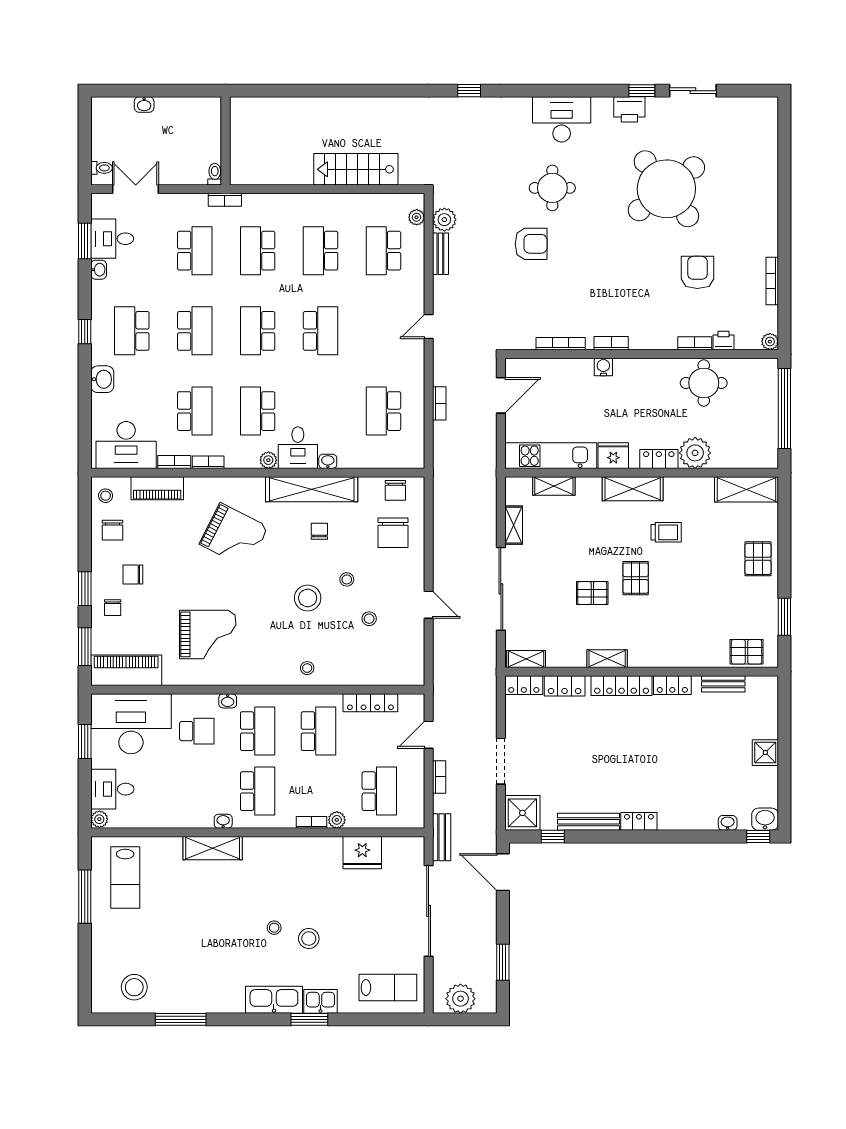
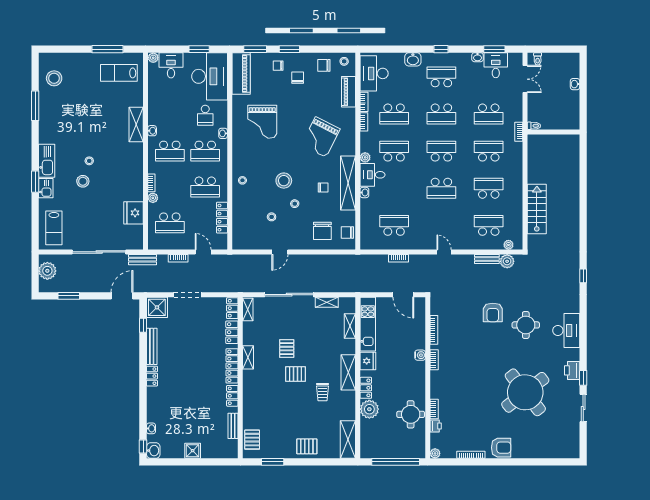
armchair: (697, 272) -> (501, 448), moved
chair: (393, 533) -> (322, 231), turned -90

